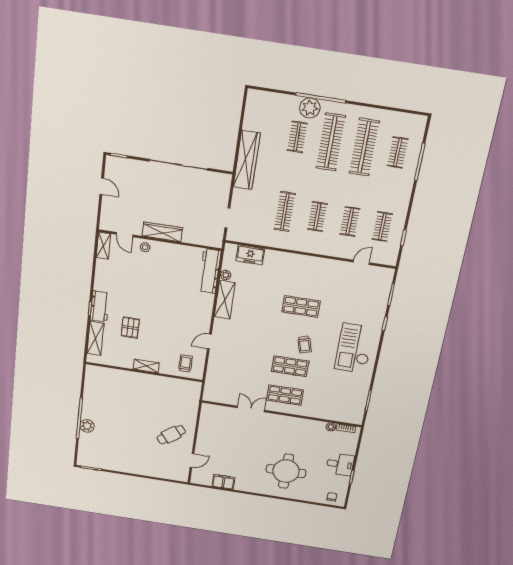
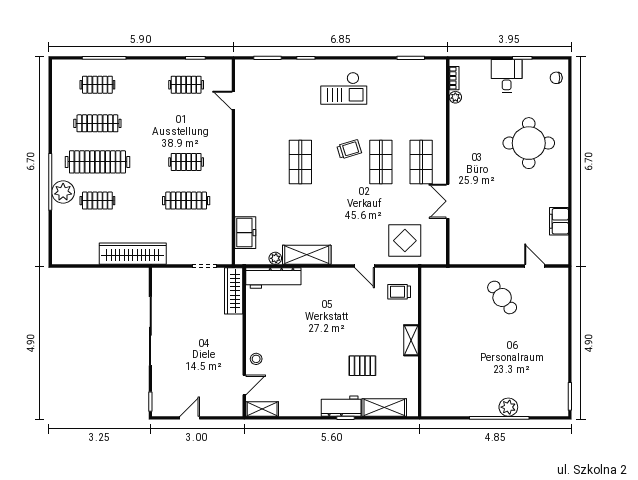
clothes rail: (364, 147) -> (97, 123), width x0.73, depth x0.76
clothes rail: (350, 222) -> (186, 123), removed
wardrobe: (162, 232) -> (234, 291), moved
checkout: (354, 348) -> (344, 88), width x0.73, depth x0.83
display table: (225, 374) -> (405, 241), added

